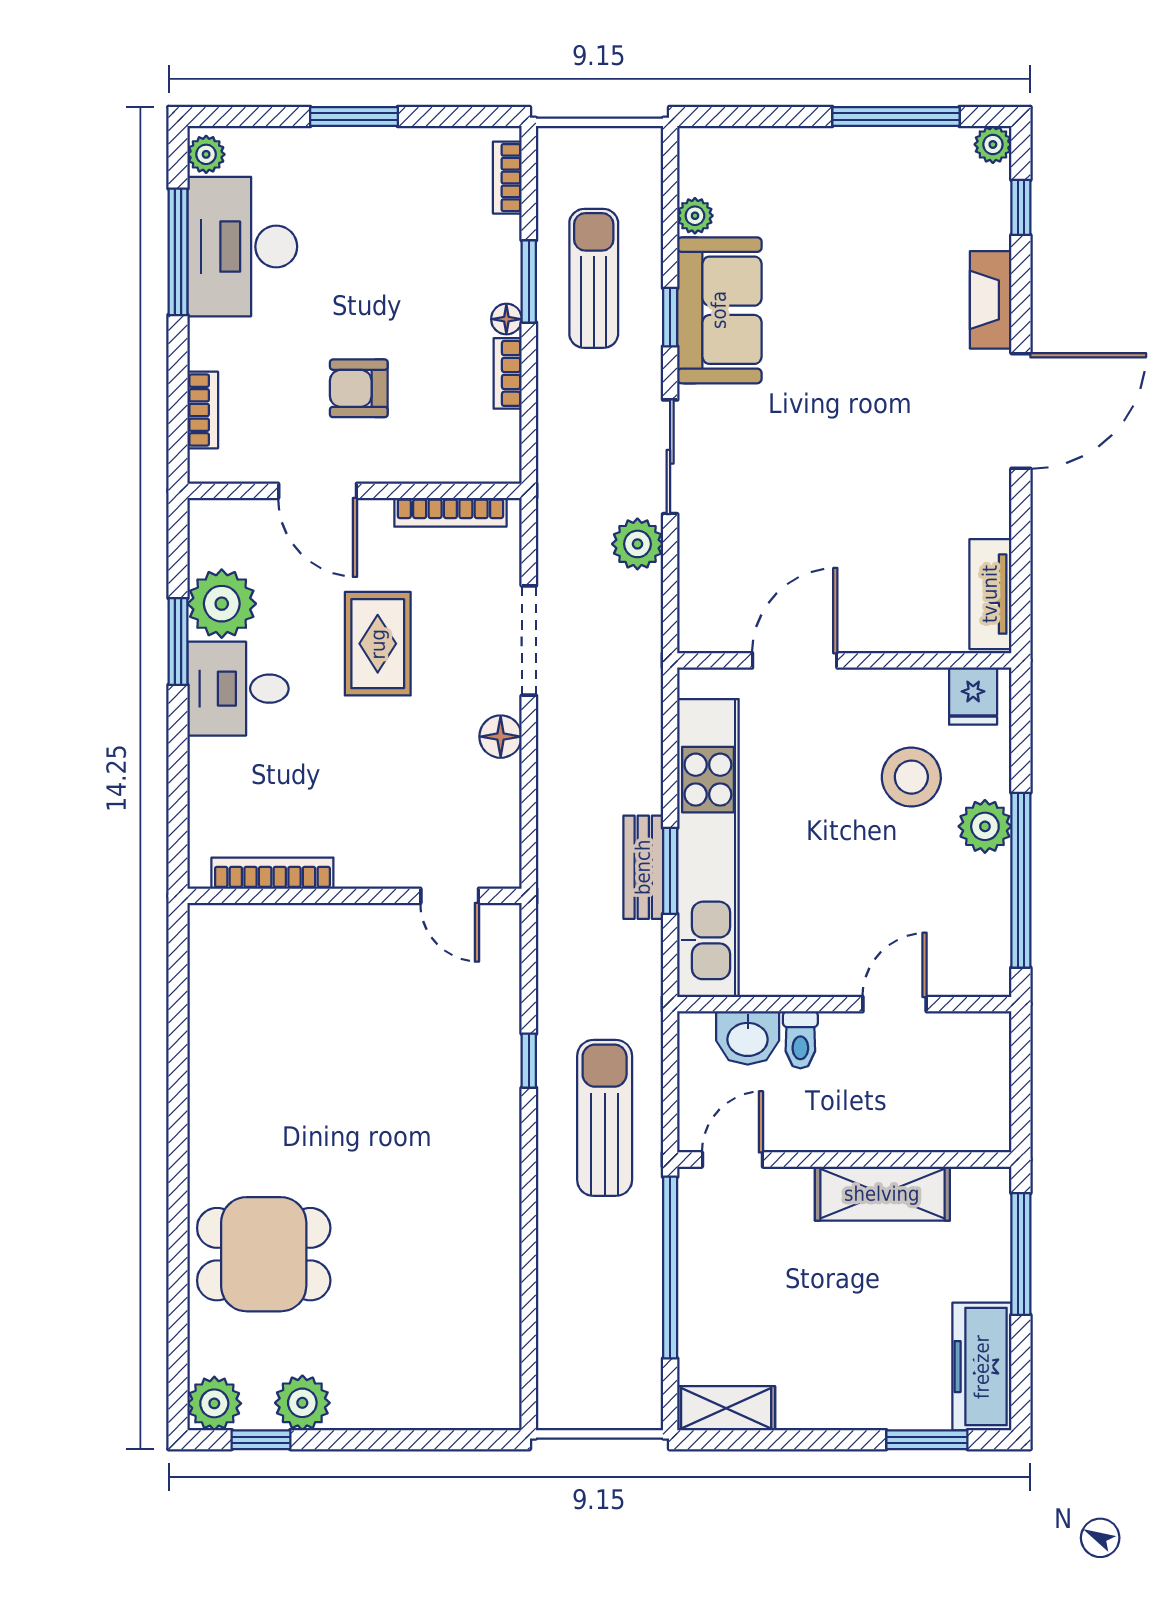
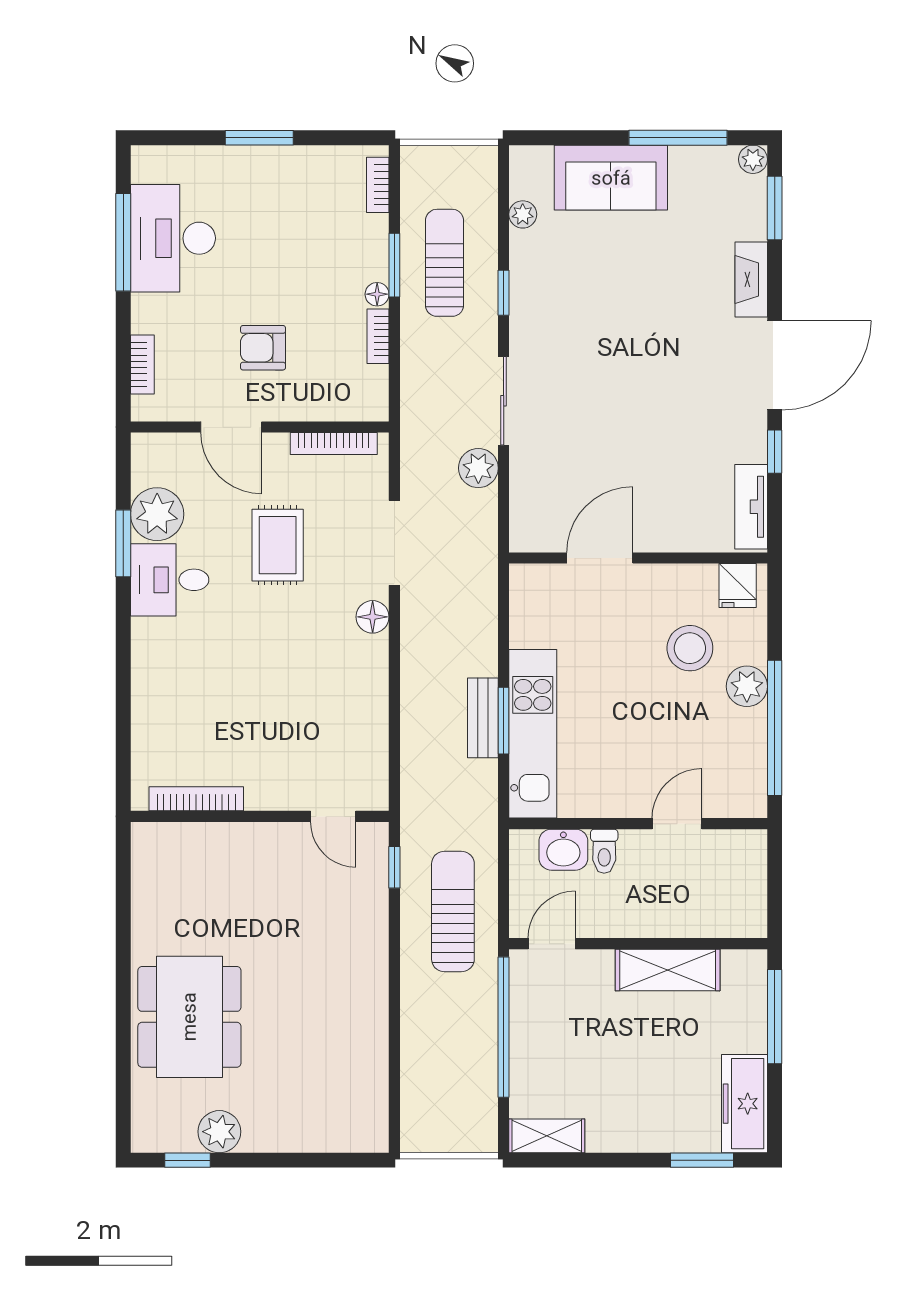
plant: (206, 154) -> (145, 167), removed
window: (1021, 207) -> (775, 208), width x1.50
sofa: (719, 310) -> (611, 178), moved, turned 90
window: (1021, 523) -> (775, 452), added
kitchen unit: (708, 848) -> (533, 734), width x0.73
bookcase: (272, 873) -> (196, 799), moved
wall: (355, 896) -> (260, 816), moved
door: (450, 896) -> (333, 816), moved
dining table: (264, 1254) -> (189, 1017), width x1.37
plant: (214, 1403) -> (151, 1132), removed

